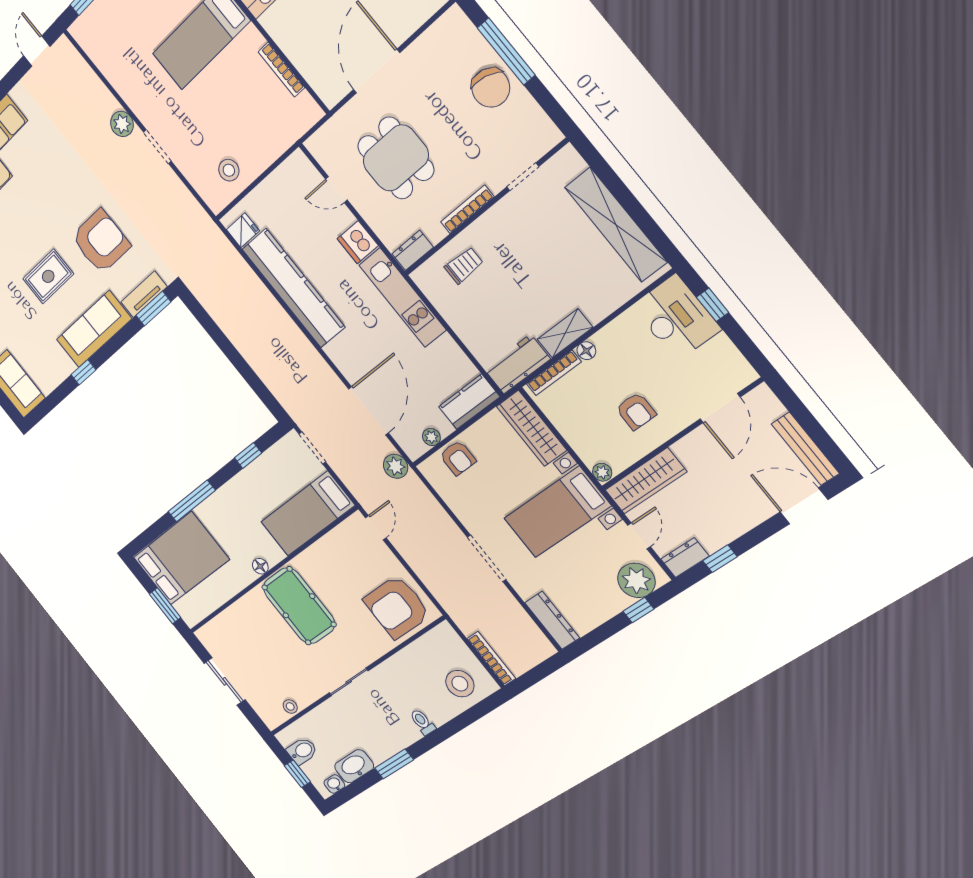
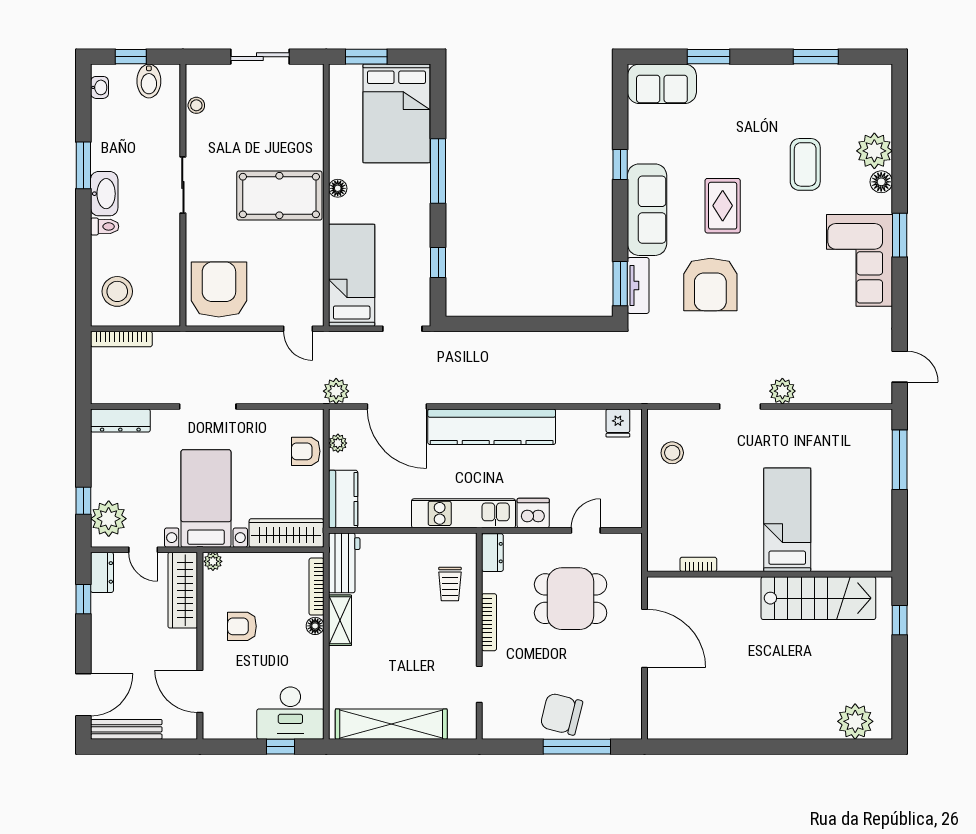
bookcase: (281, 70) -> (698, 564), width x0.64
kitchen counter: (293, 288) -> (492, 427), moved
washbasin: (354, 766) -> (104, 194), moved

